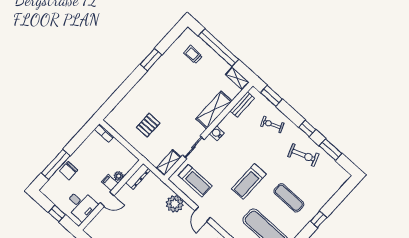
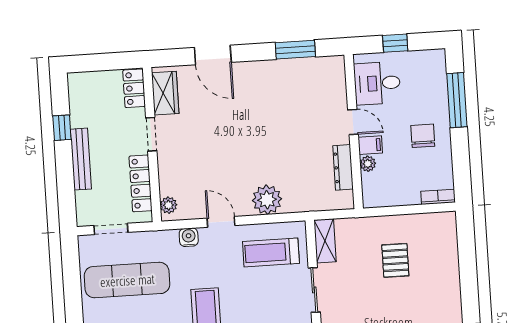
chair: (69, 171) -> (423, 136), moved
dresser: (138, 176) -> (343, 167), moved
door: (107, 199) -> (353, 122), swing flipped
water cooler: (222, 221) -> (189, 237), added

